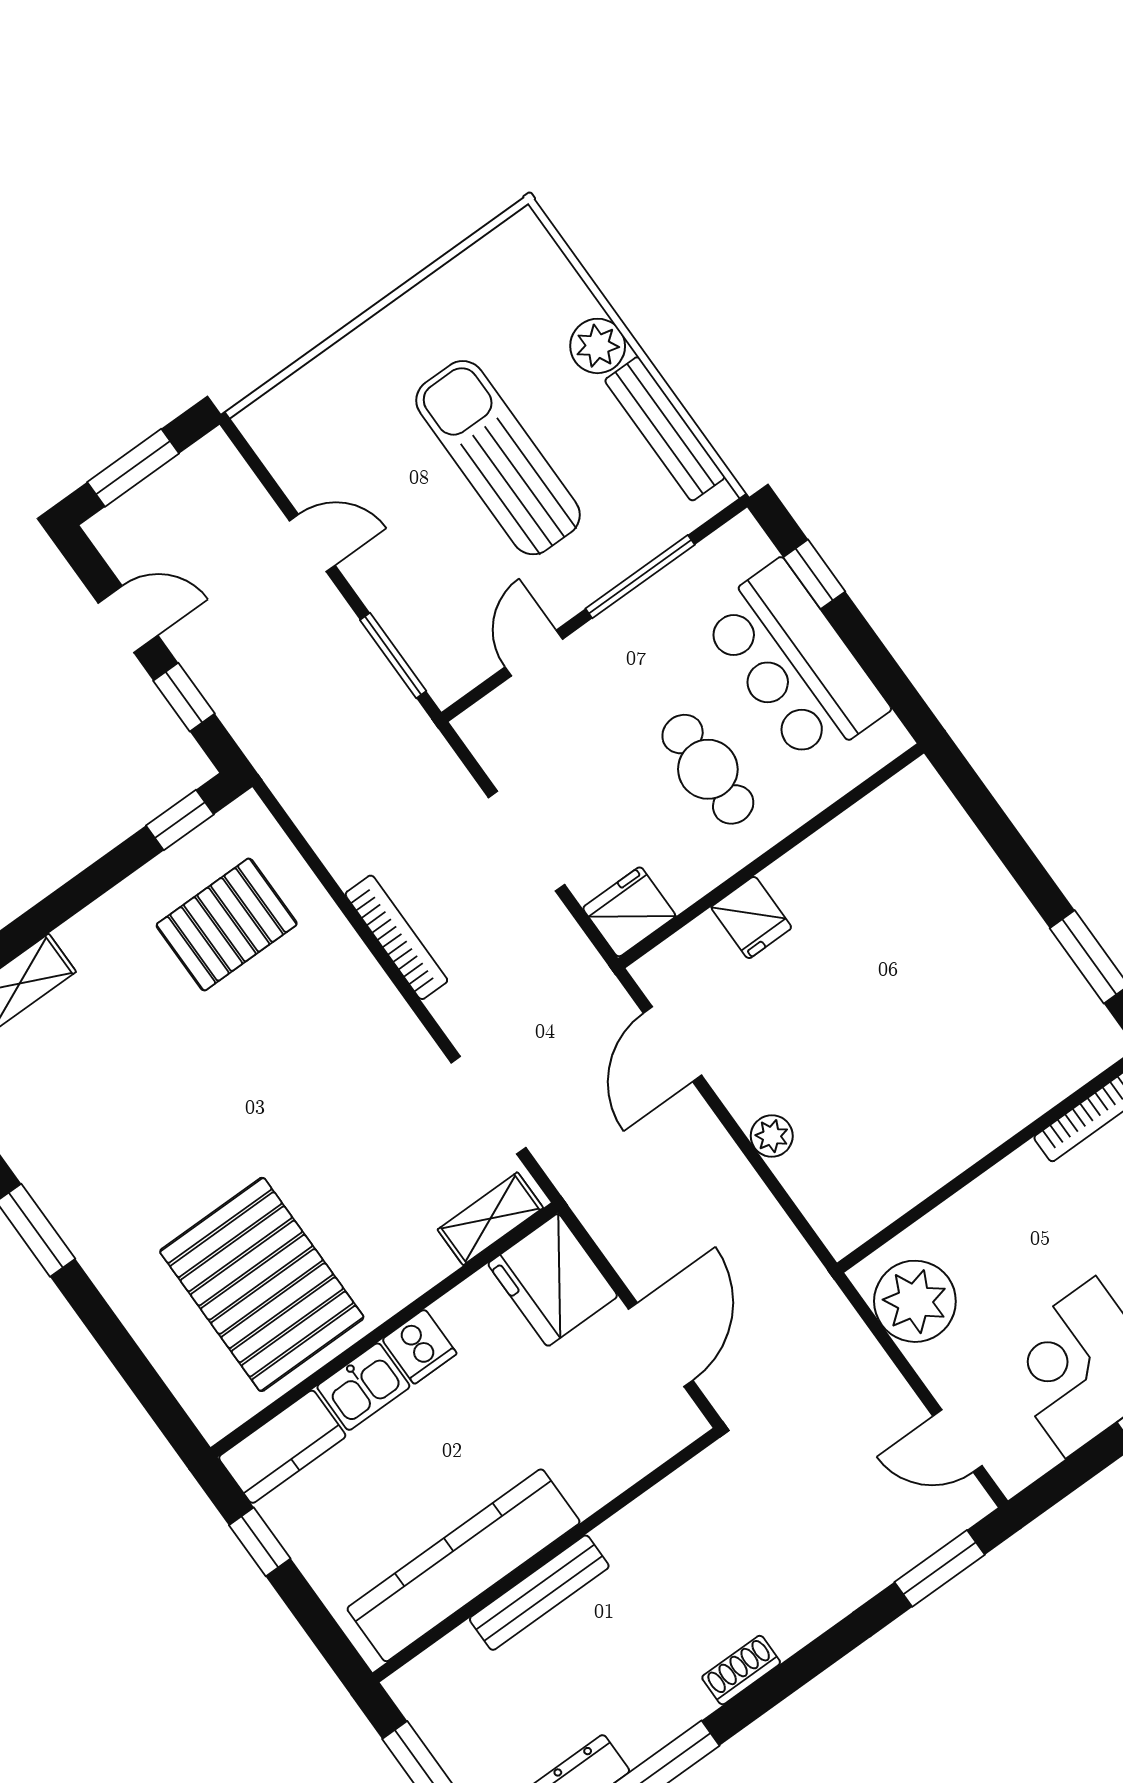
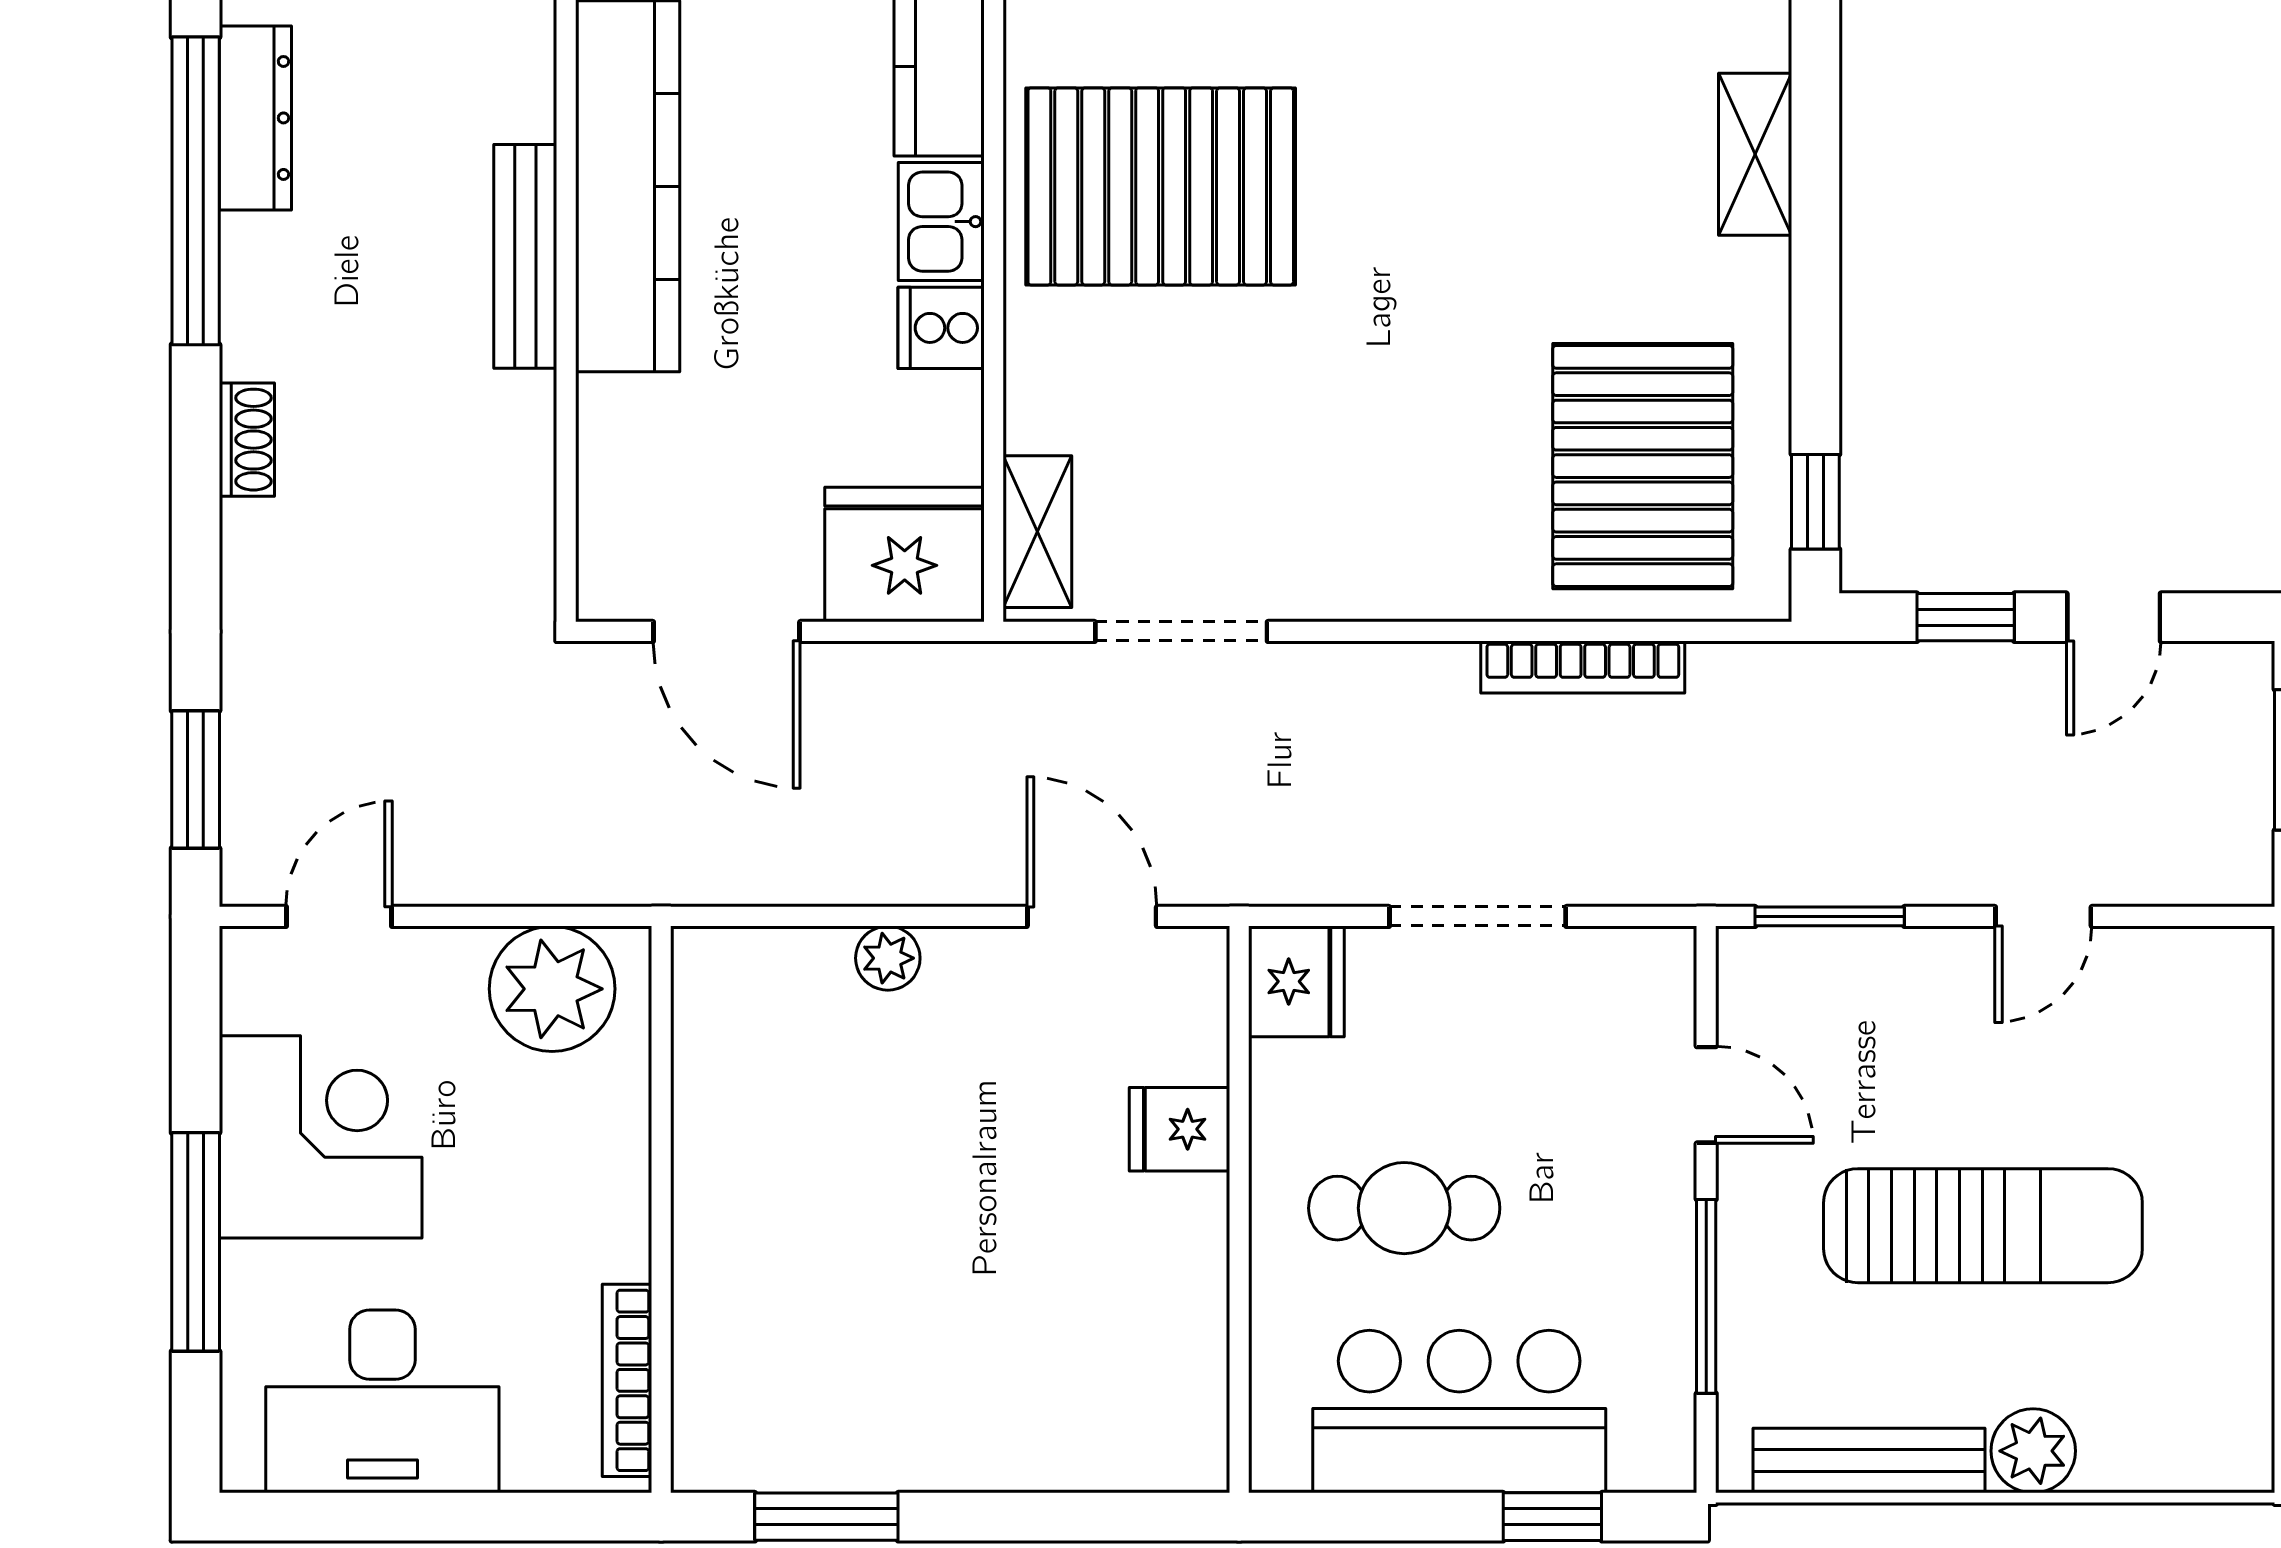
pallet: (227, 925) -> (1643, 466), width x1.37, depth x1.41
bookcase: (396, 937) -> (1583, 667), moved

